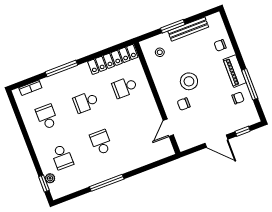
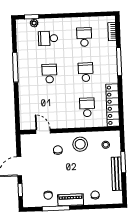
stool: (189, 81) -> (80, 144), moved
school desk: (47, 117) -> (84, 37), turned -90
school desk: (101, 142) -> (49, 74), turned -90

